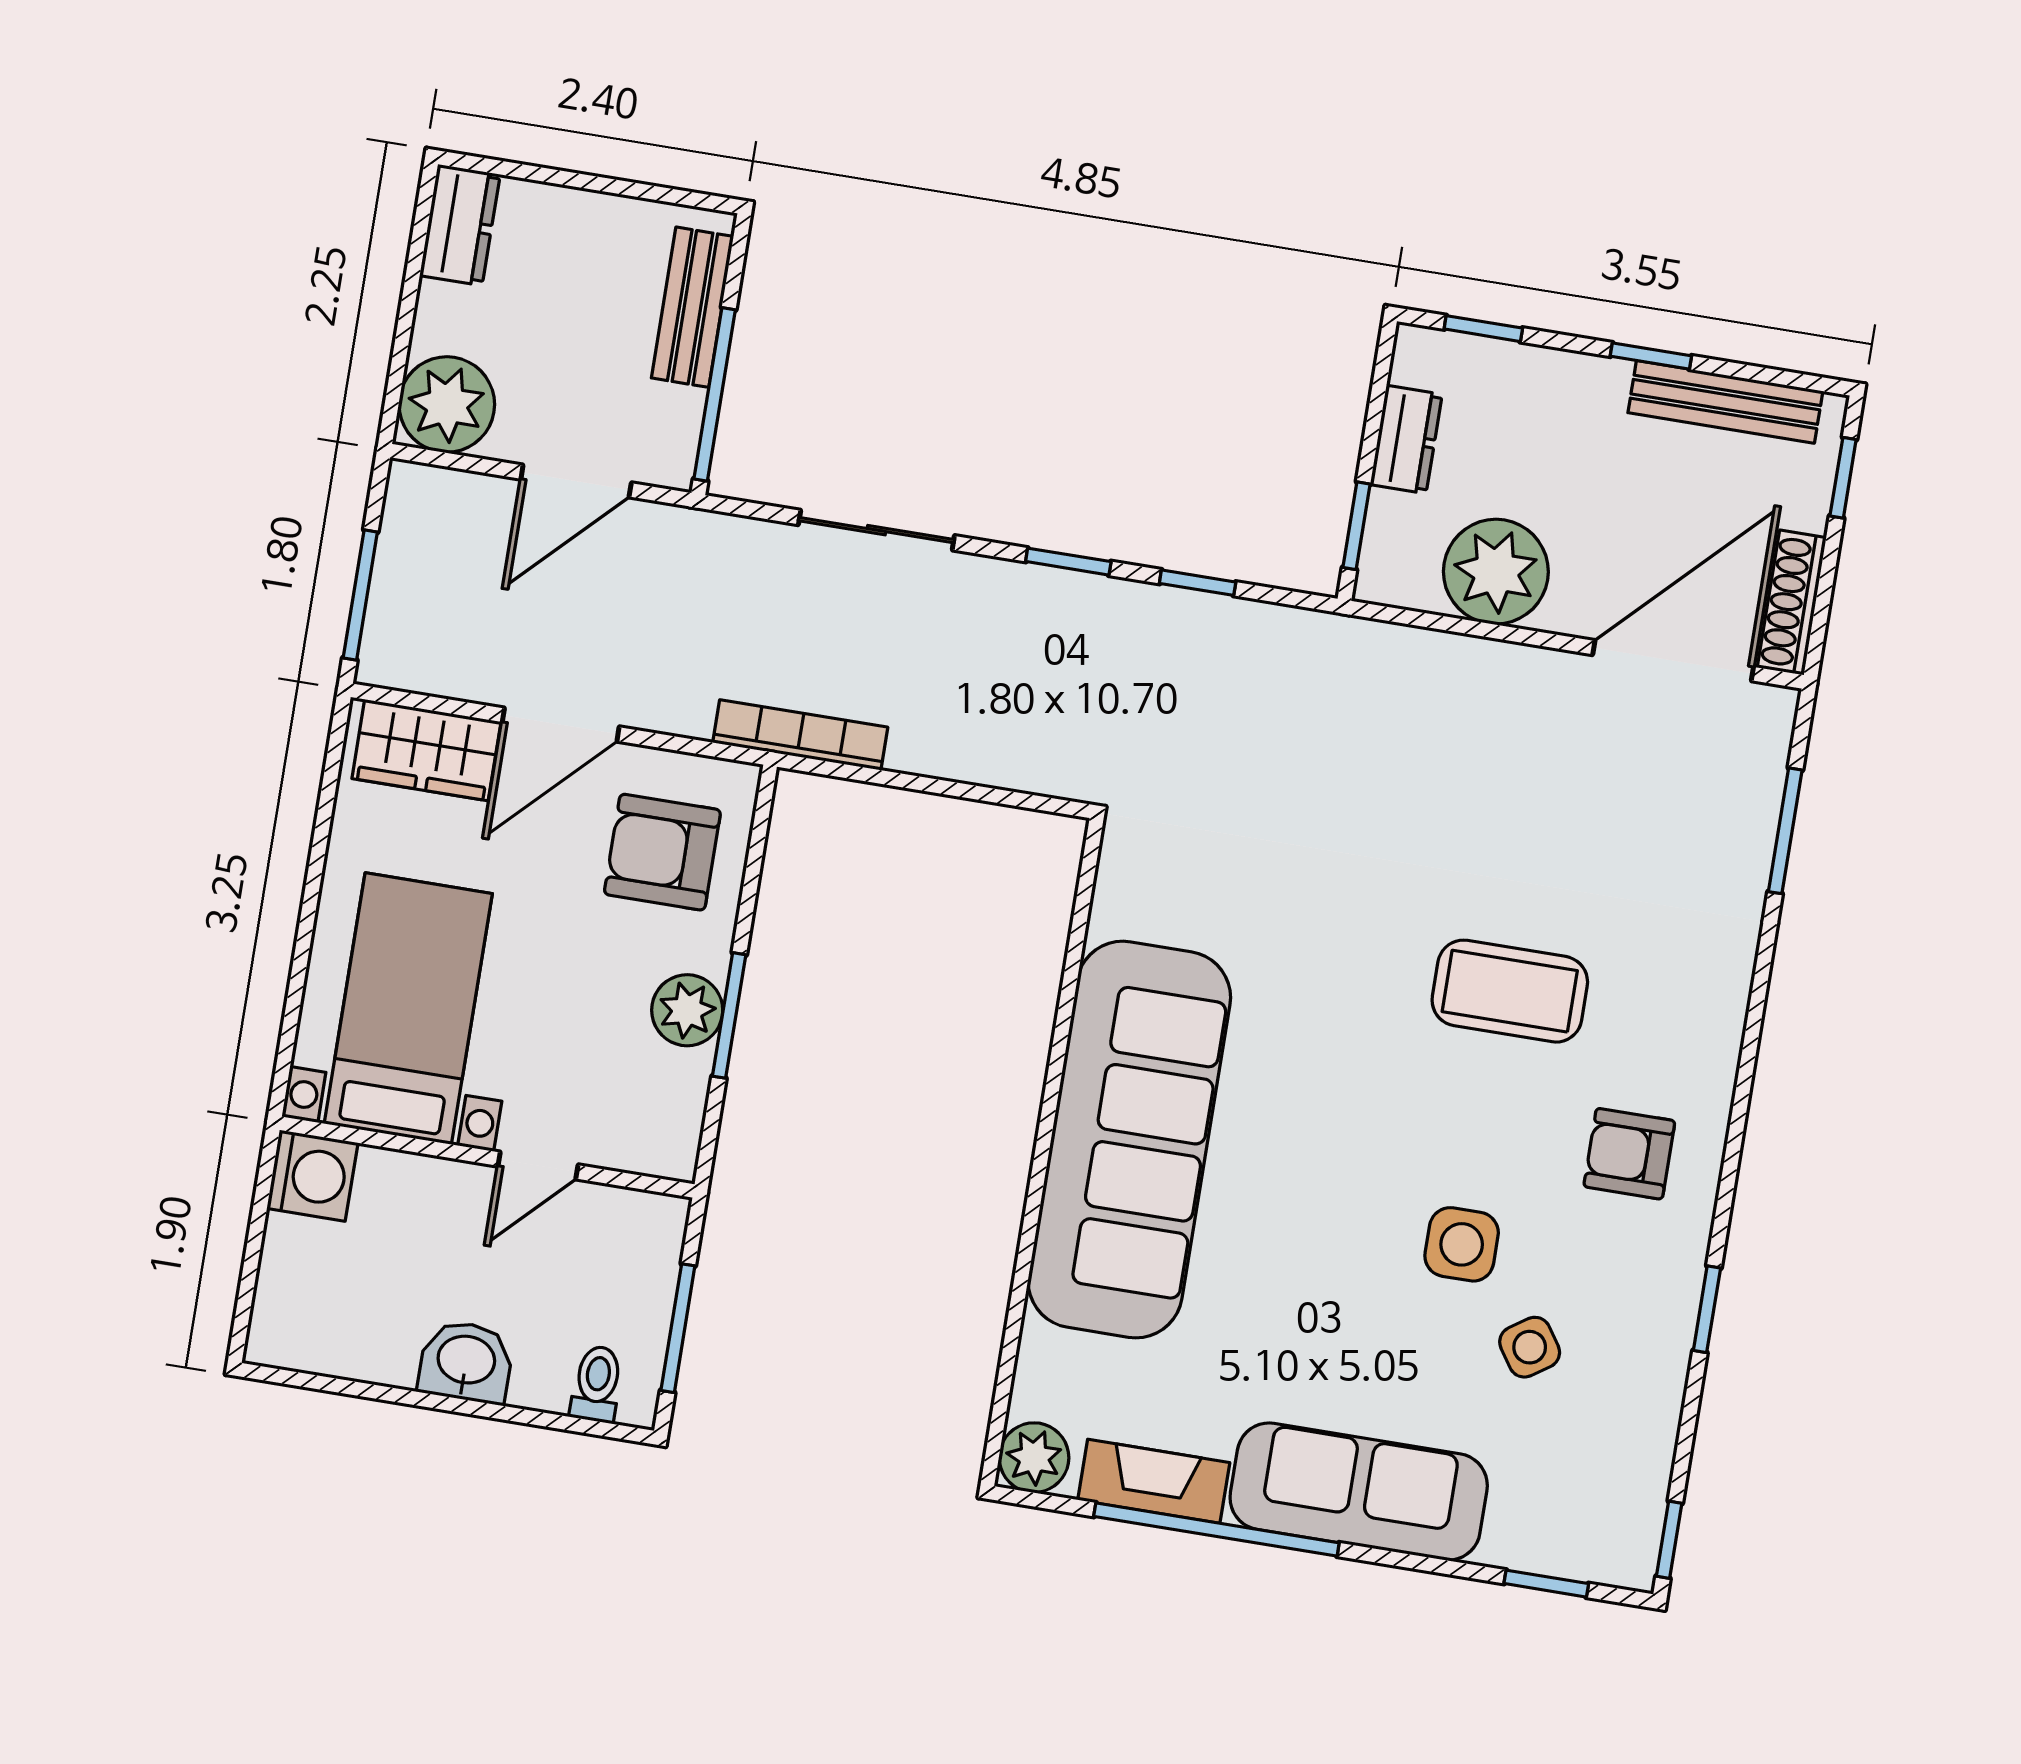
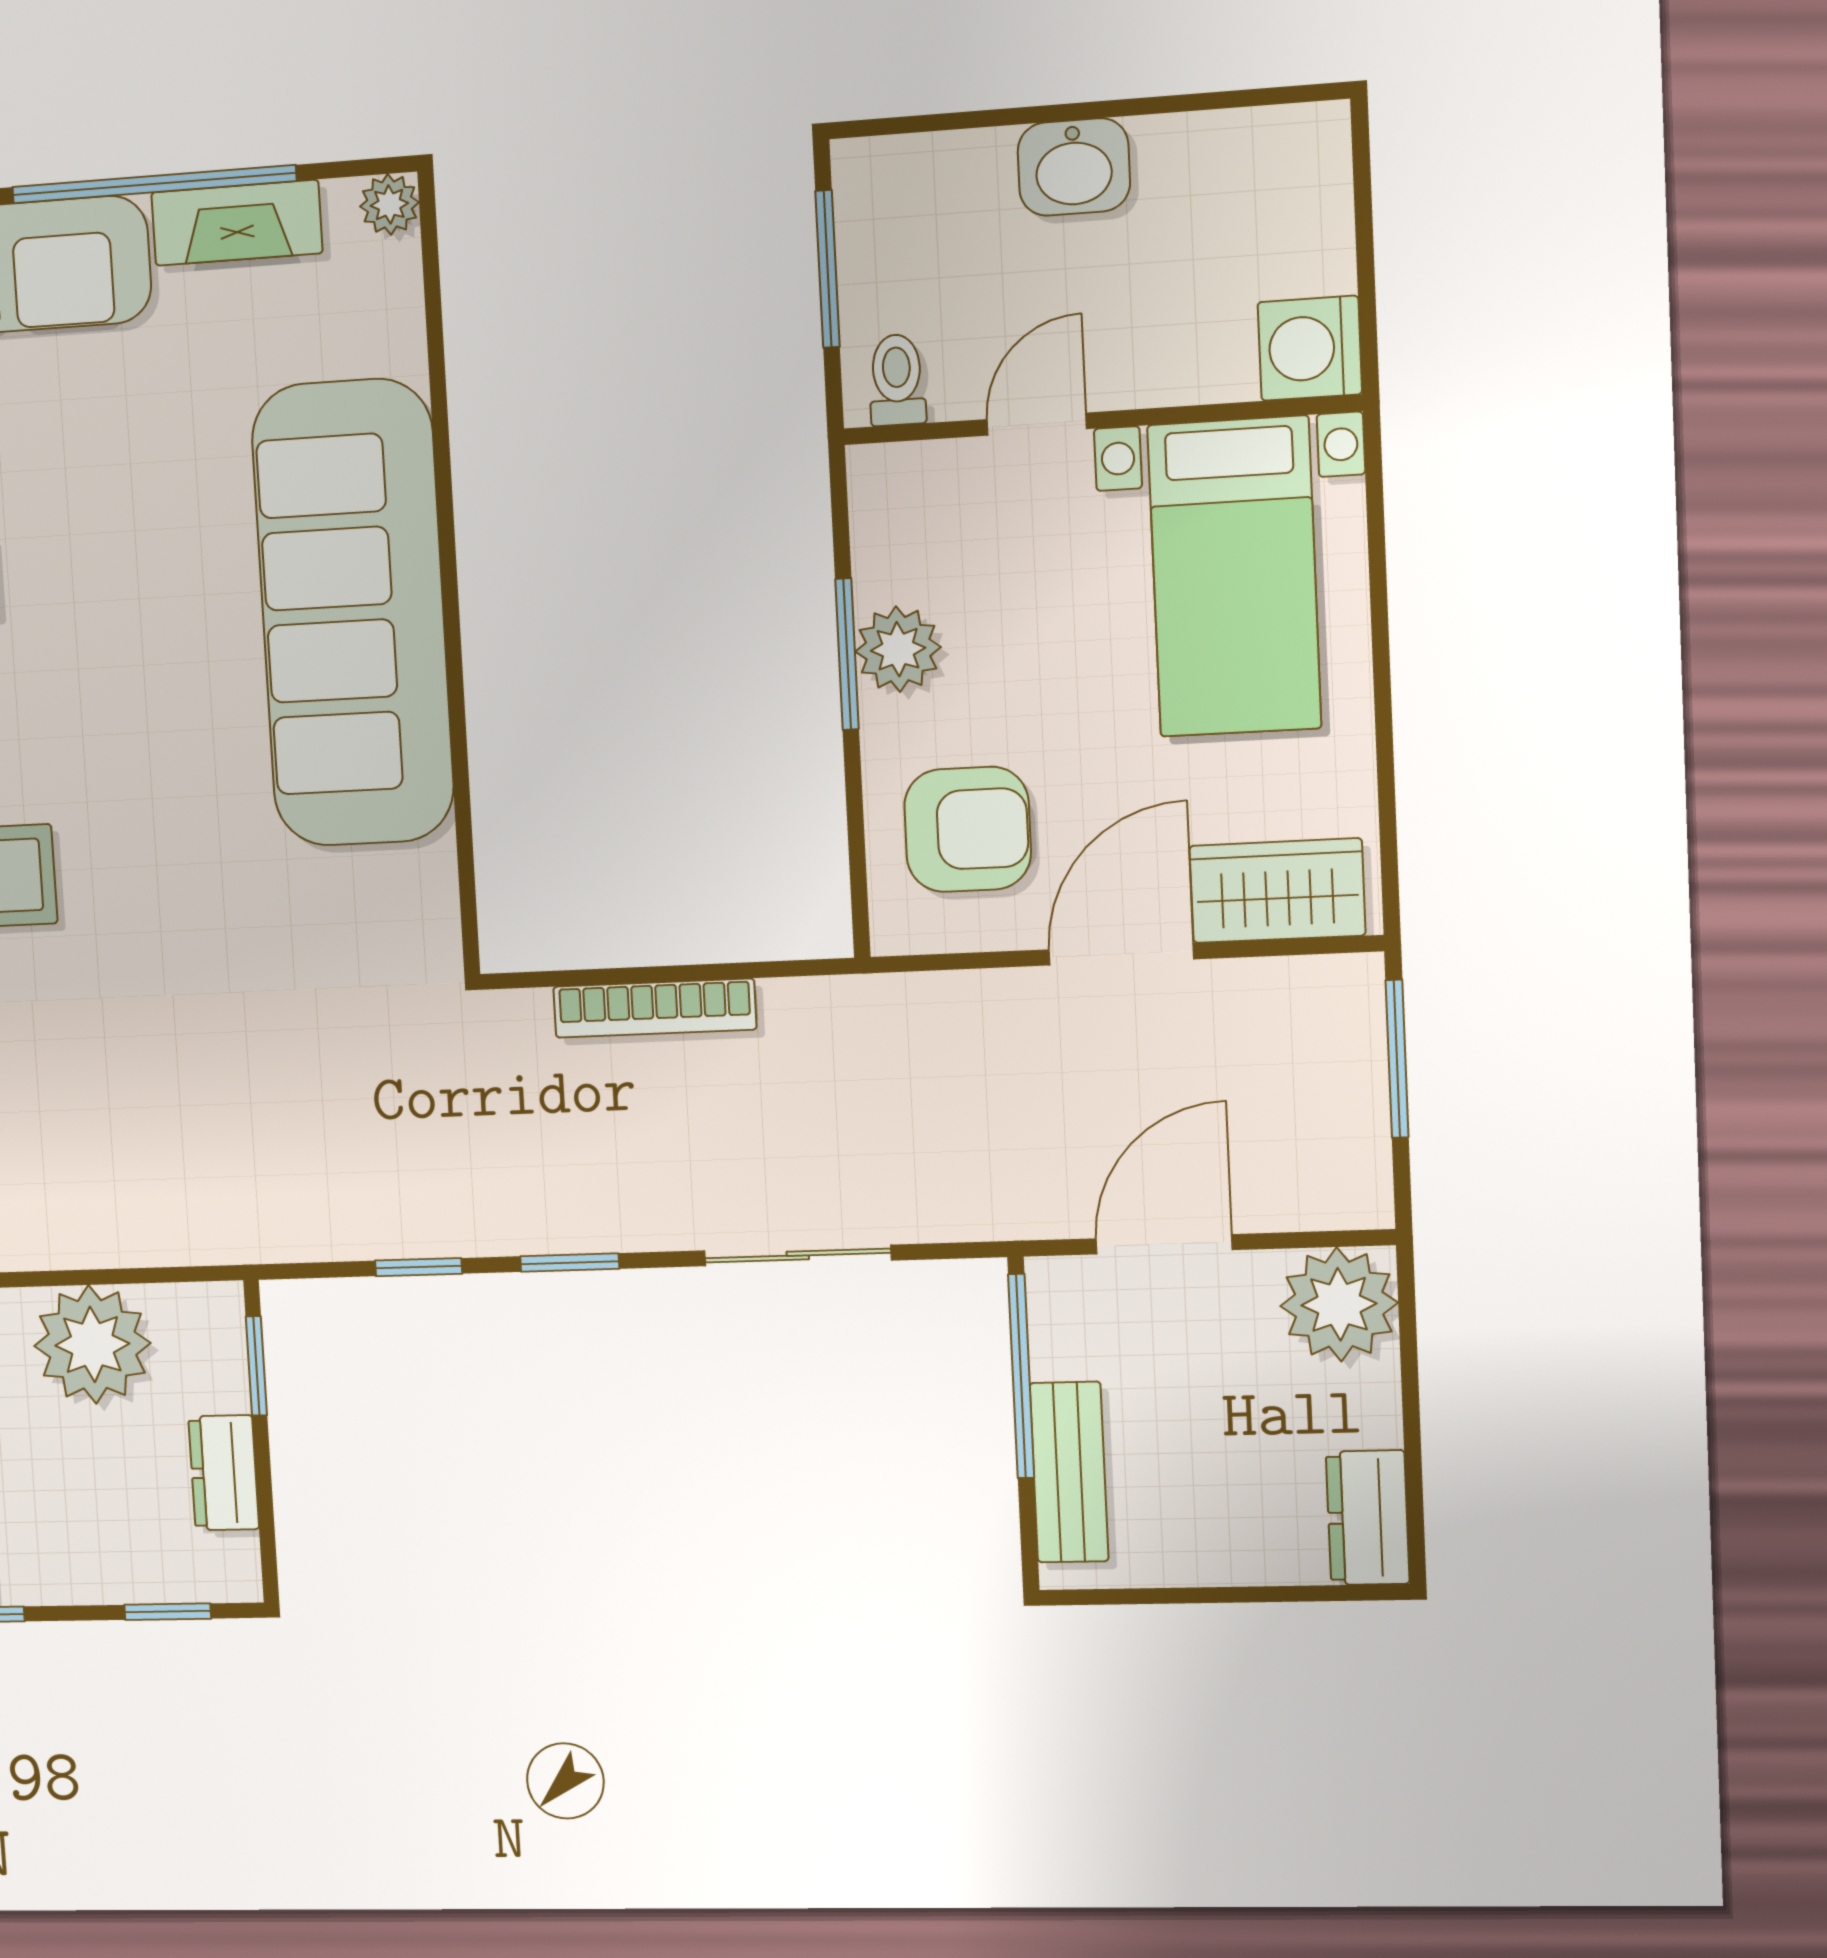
bookcase: (800, 735) -> (655, 1008), moved
toilet: (597, 1384) -> (897, 380), moved, turned 180
plant: (1034, 1458) -> (389, 204), width x0.73, depth x0.73

